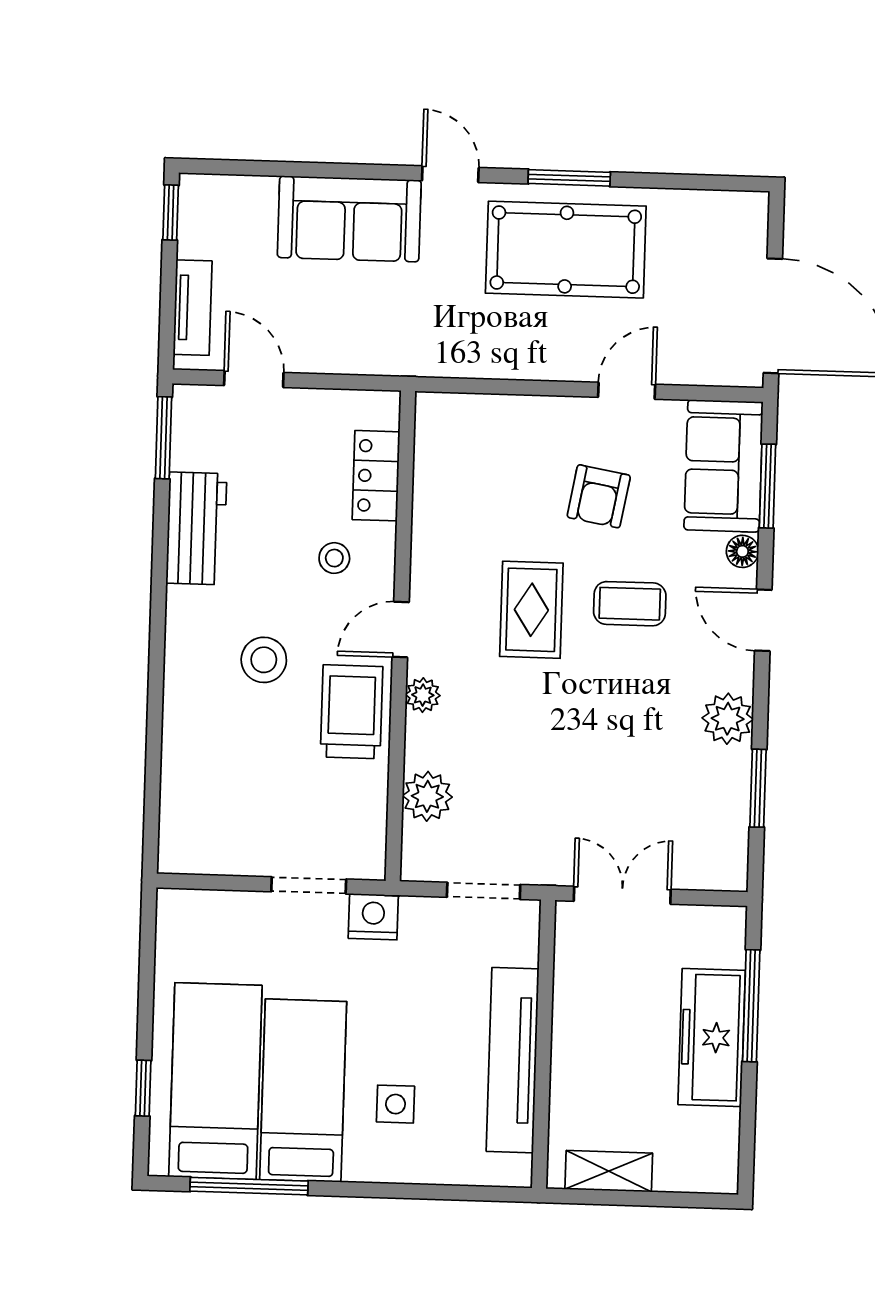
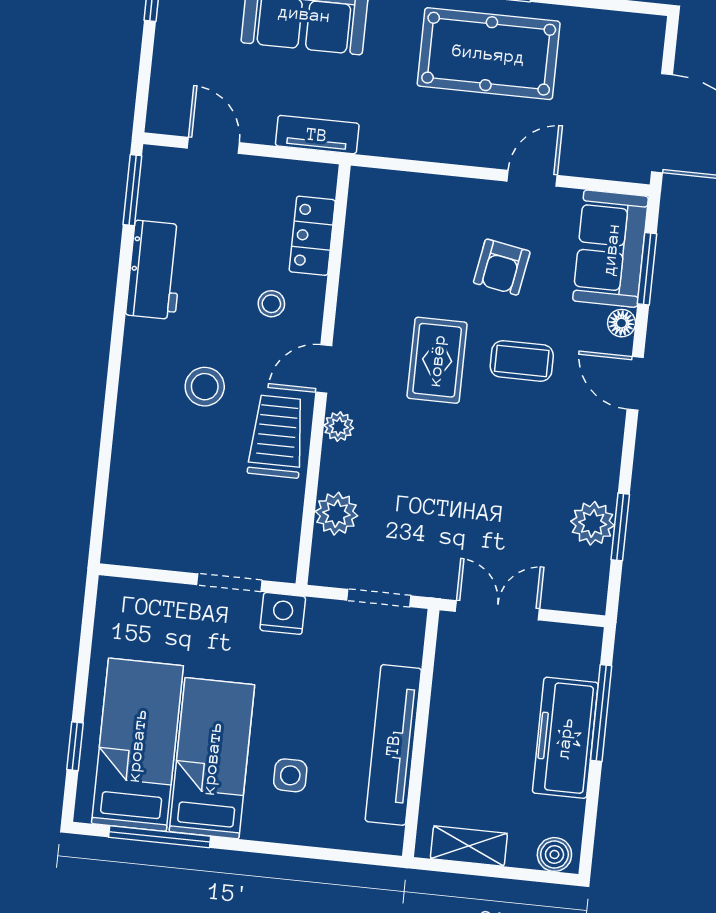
tv unit: (193, 308) -> (317, 135), moved, turned -90
plant: (728, 719) -> (593, 523), moved
boiler: (709, 1174) -> (554, 854), added

